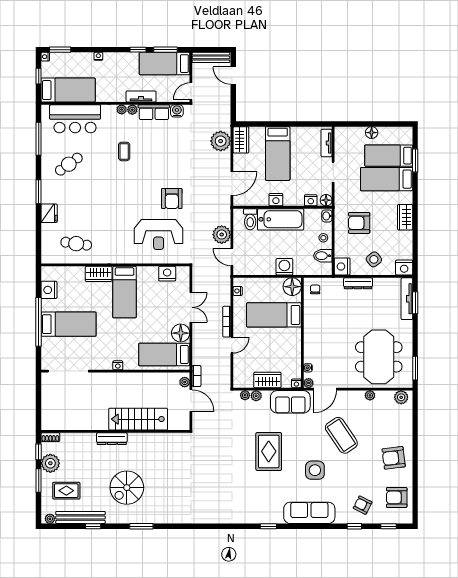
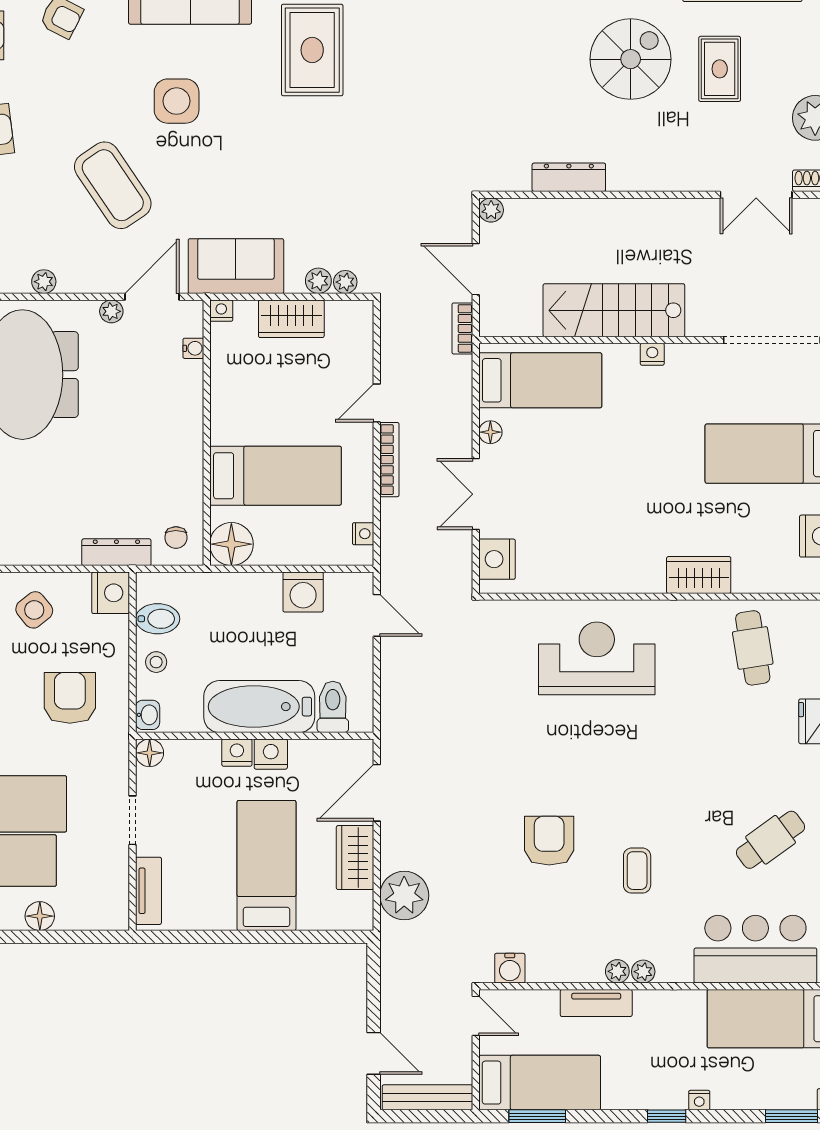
window: (138, 50) -> (667, 1116), moved
door: (191, 91) -> (476, 1016), hinge flipped
row of seats: (154, 112) -> (565, 965), removed
wardrobe: (241, 140) -> (355, 858), moved
armchair: (172, 199) -> (549, 841), moved
nightstand: (311, 200) -> (237, 753), moved
armchair: (359, 223) -> (70, 698), turned -90
reception desk: (159, 234) -> (597, 658), moved
plant: (222, 235) -> (402, 670), removed
cafe table: (76, 244) -> (753, 648), turned 73
washing machine: (284, 267) -> (303, 592), moved
nightstand: (167, 274) -> (497, 559), moved, turned 90
dresser: (358, 283) -> (116, 552), moved
bed: (125, 292) -> (636, 531), removed
floor lamp: (181, 333) -> (490, 432), width x0.53, depth x0.53
plant: (185, 382) -> (491, 210), moved
plant: (309, 383) -> (111, 311), moved
stairs: (138, 419) -> (614, 310), moved, turned 180
double door: (75, 431) -> (756, 195), added
dresser: (112, 439) -> (569, 177), moved
rug: (269, 451) -> (312, 50), moved
rug: (66, 491) -> (720, 69), moved, turned 90

